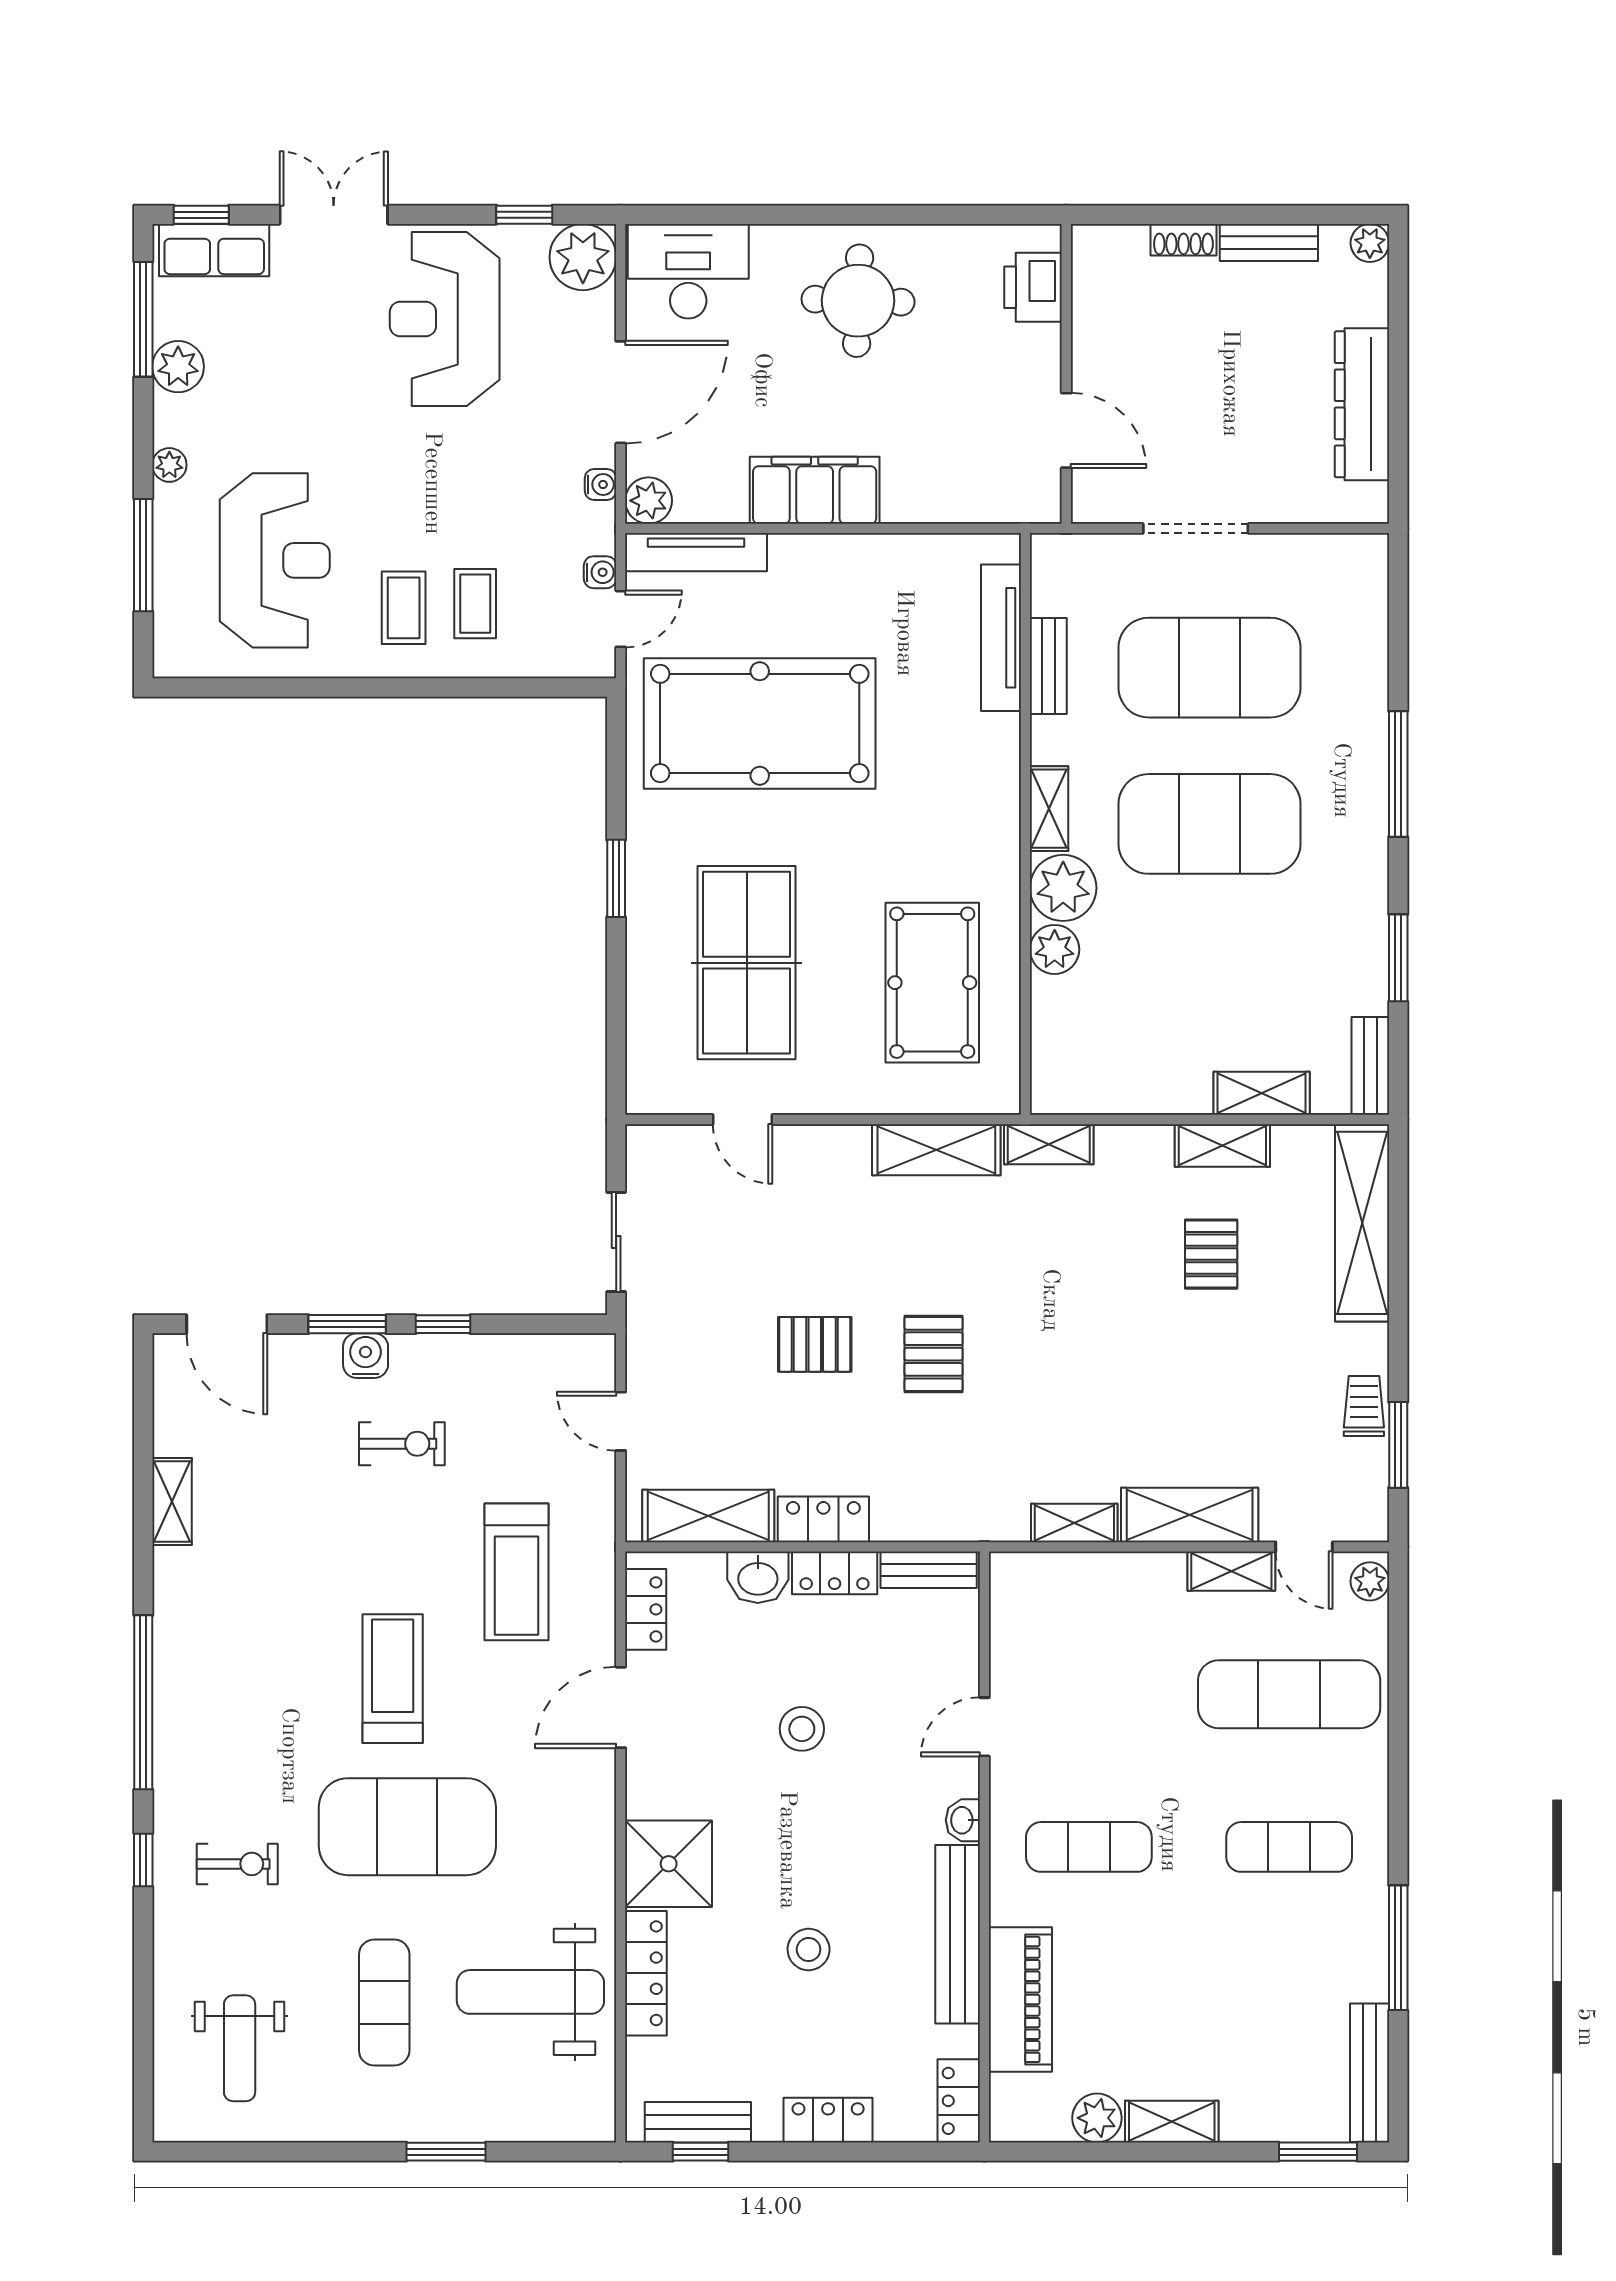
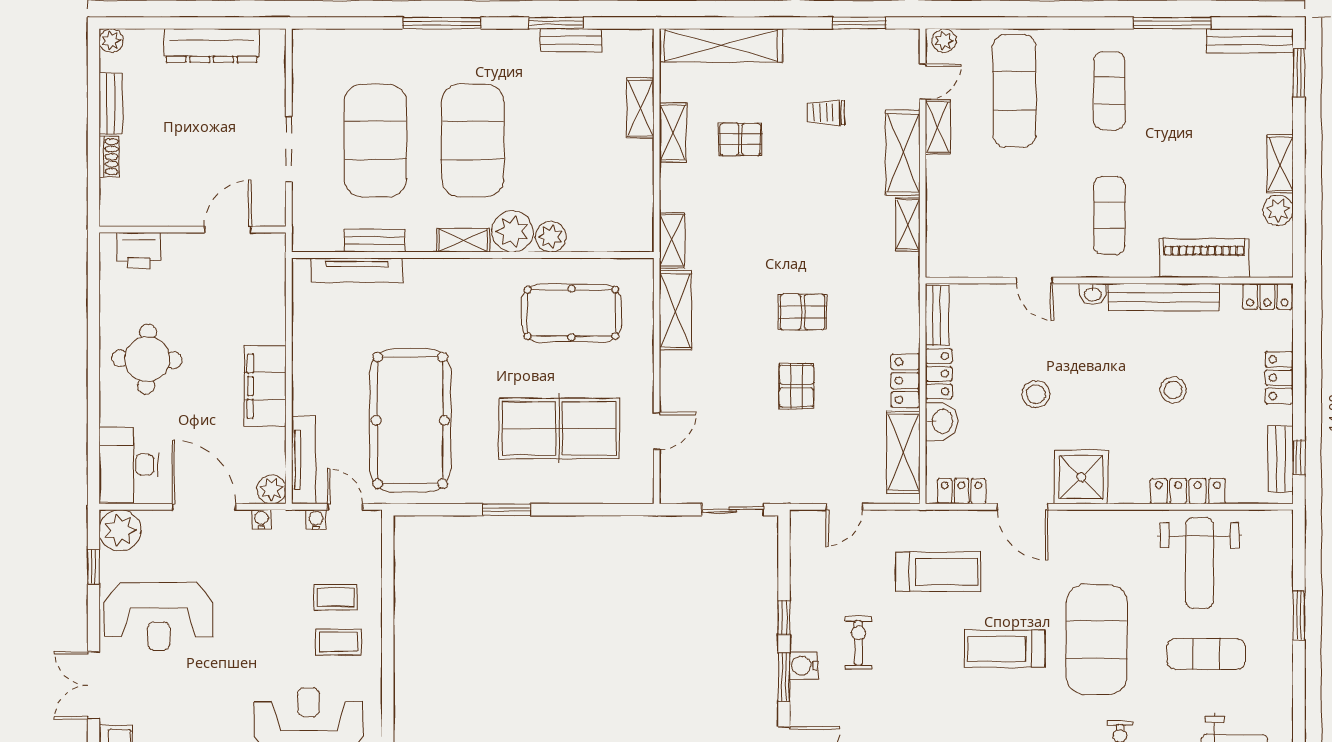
bench: (1370, 1066) -> (571, 40), moved
trolley: (1364, 1406) -> (826, 113), moved
shower: (669, 1864) -> (1081, 477), moved

